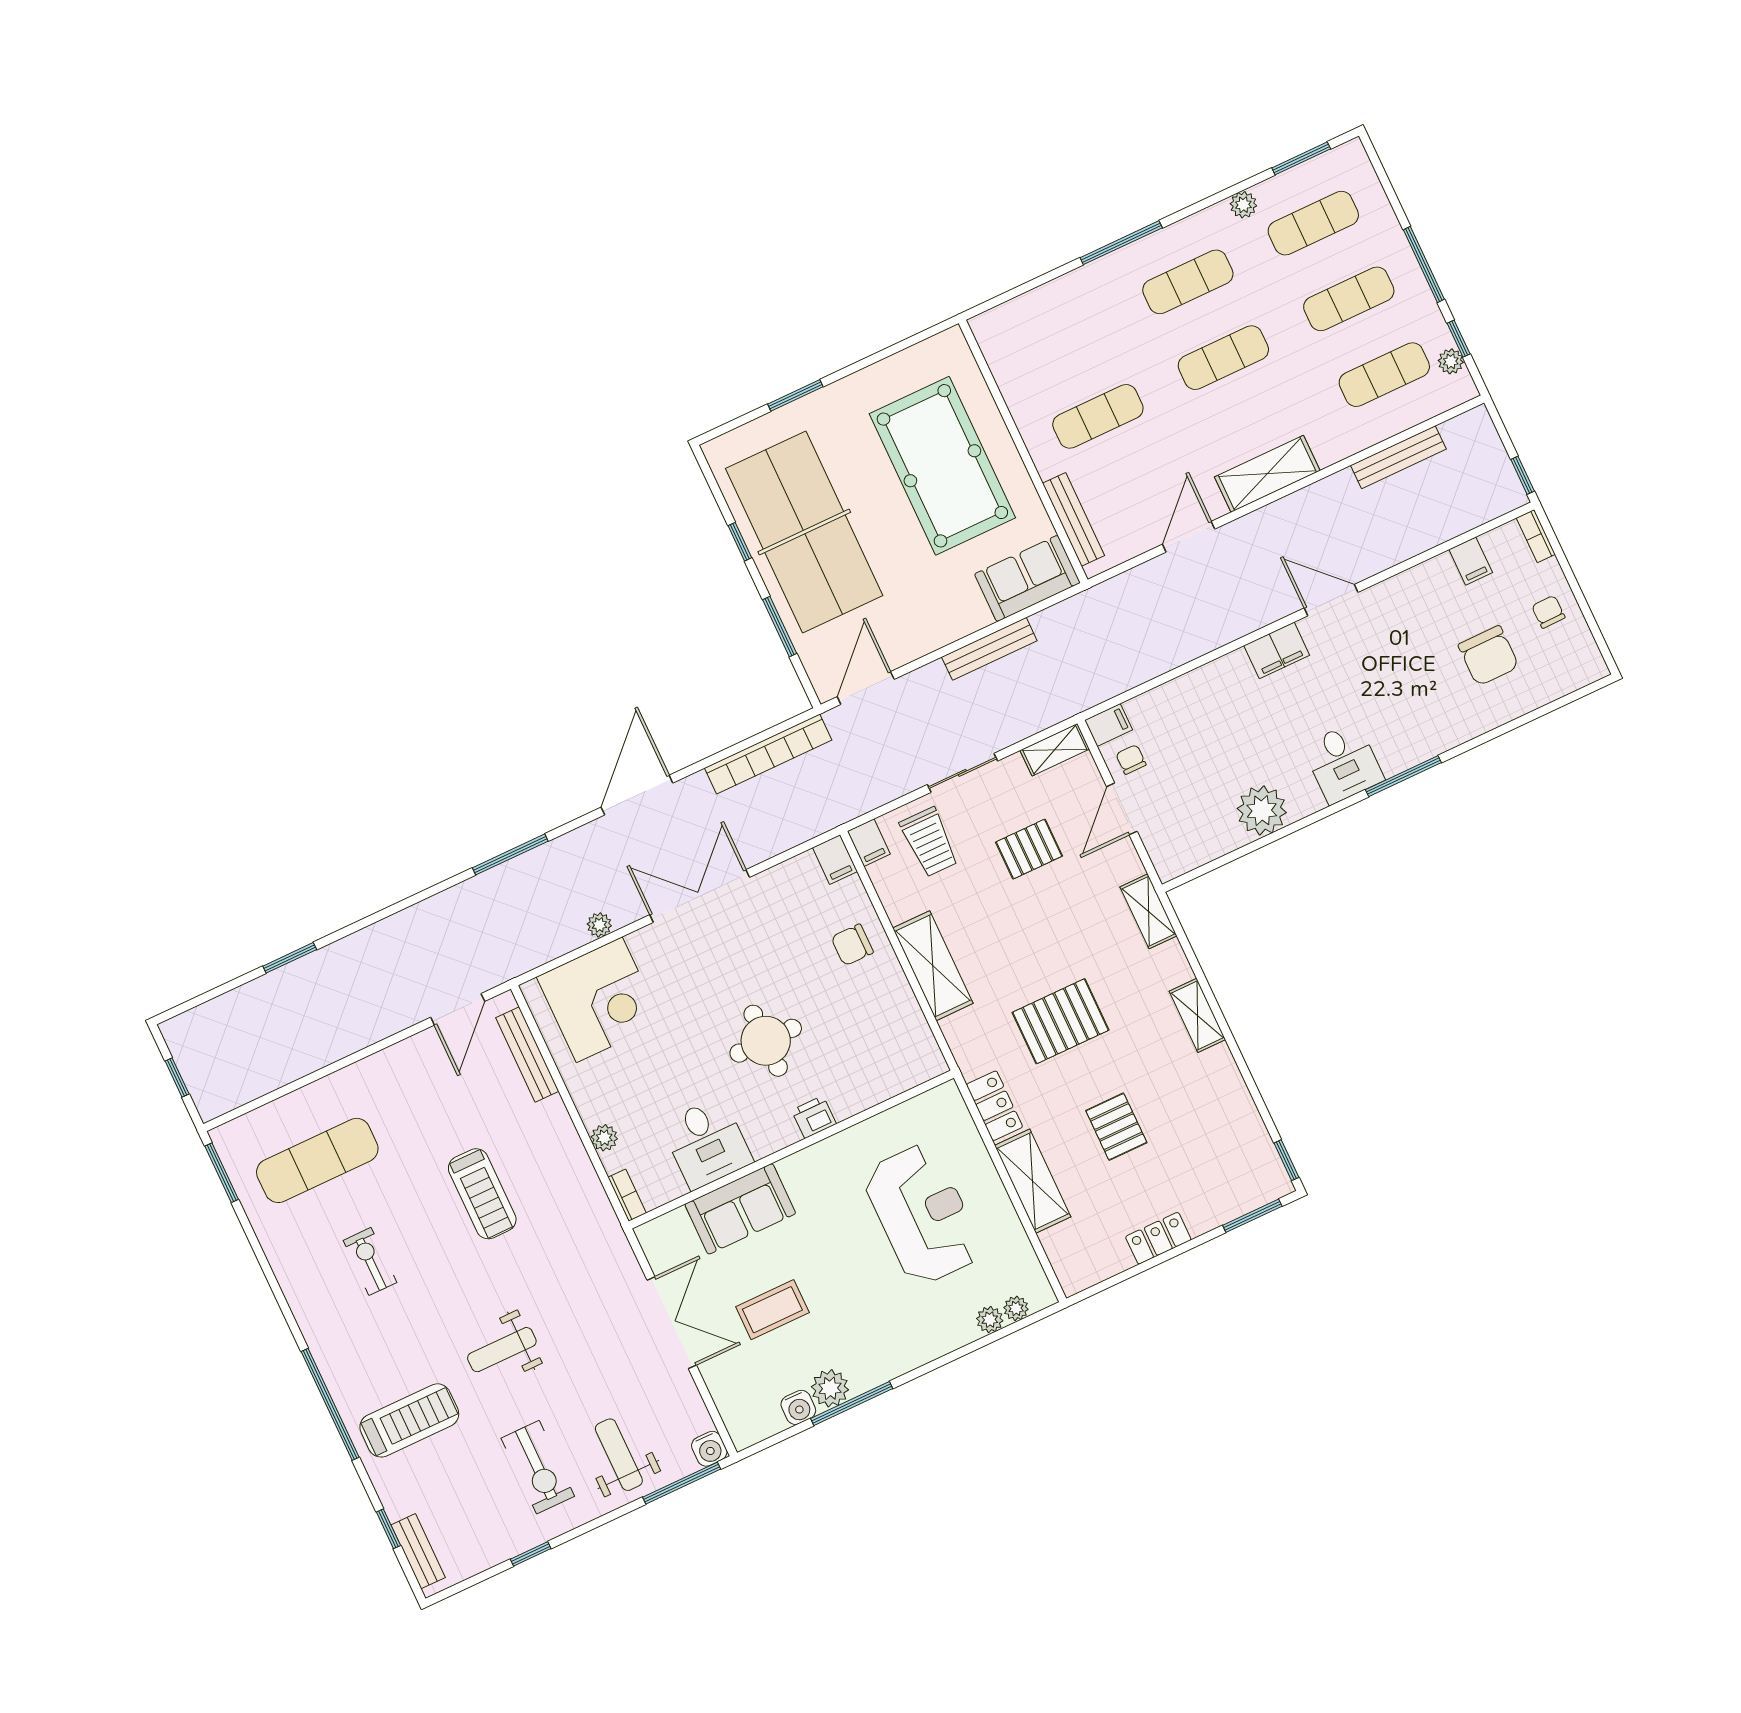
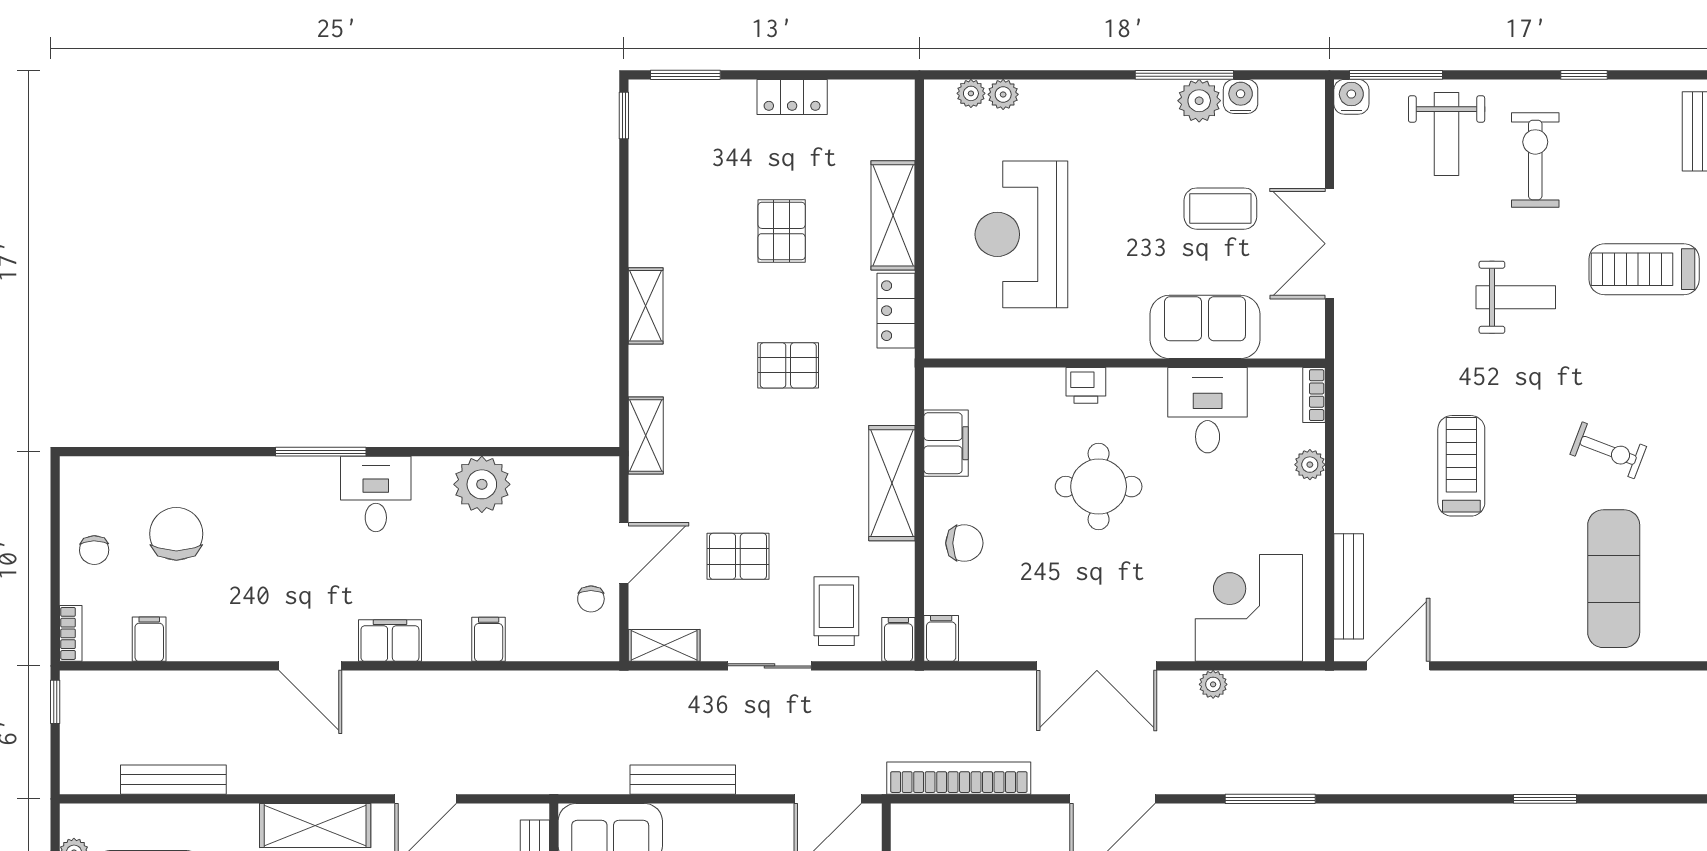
filing cabinet: (1109, 725) -> (489, 639), moved, turned 90
filing cabinet: (904, 1018) -> (946, 443), added
pallet: (1061, 1021) -> (788, 365), width x0.67, depth x0.71
exercise mat: (317, 1160) -> (1614, 579), turned 90
exercise bike: (370, 1261) -> (1608, 450), turned -69

